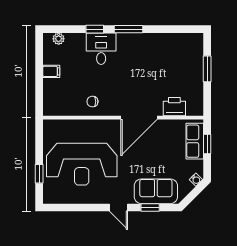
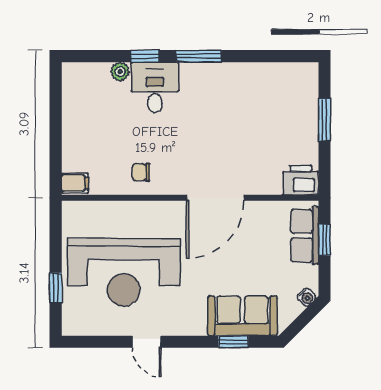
plant: (59, 39) -> (120, 72), moved
filing cabinet: (51, 71) -> (75, 183), moved
printer: (174, 107) -> (301, 180), moved
door: (118, 207) -> (147, 342), moved

